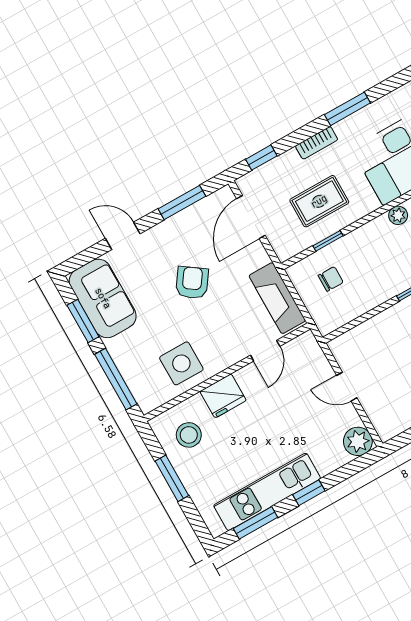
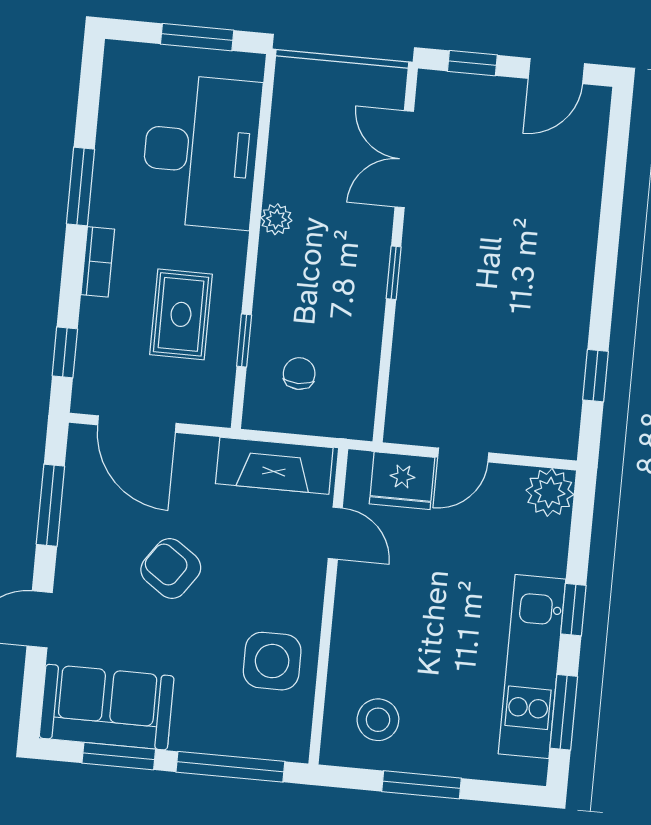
fridge: (223, 396) -> (402, 481), moved, turned 90

